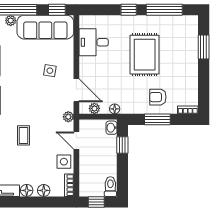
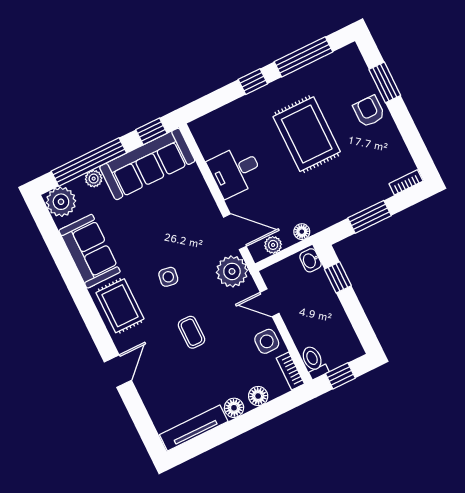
desk: (94, 42) -> (235, 171), moved
side table: (50, 71) -> (168, 277), moved
armchair: (158, 97) -> (369, 111), moved, turned 90
plant: (68, 117) -> (232, 271), width x1.87, depth x1.87
toilet: (110, 187) -> (314, 362), moved

